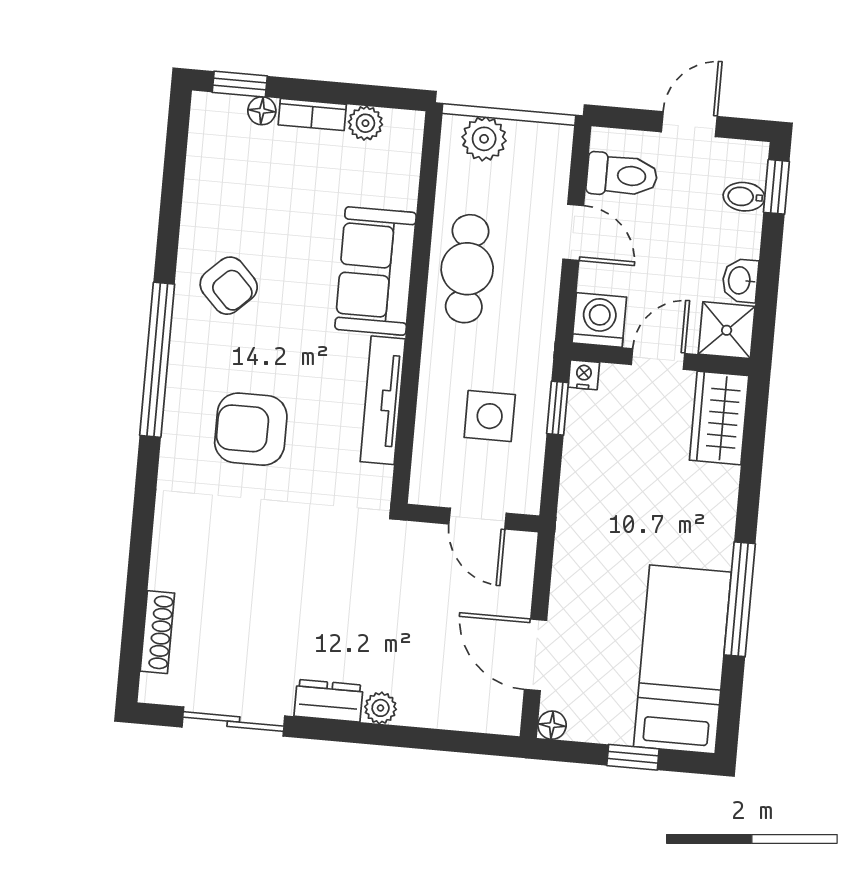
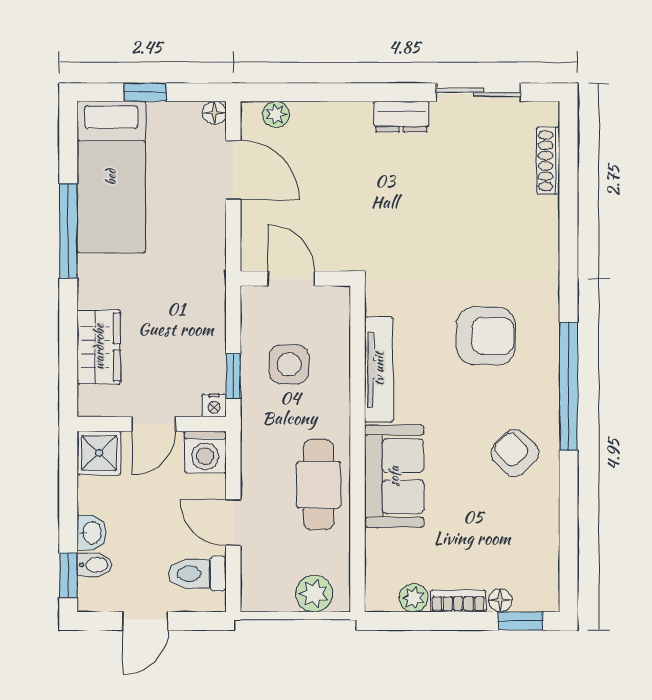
washbasin: (740, 280) -> (91, 533), moved
wardrobe: (719, 418) -> (99, 347), moved
plant: (381, 708) -> (276, 114), moved

